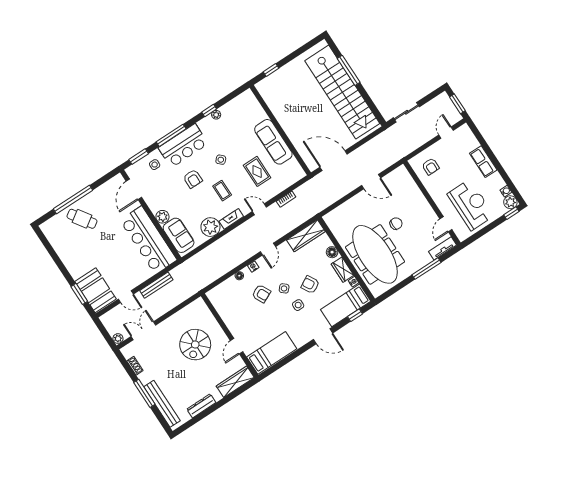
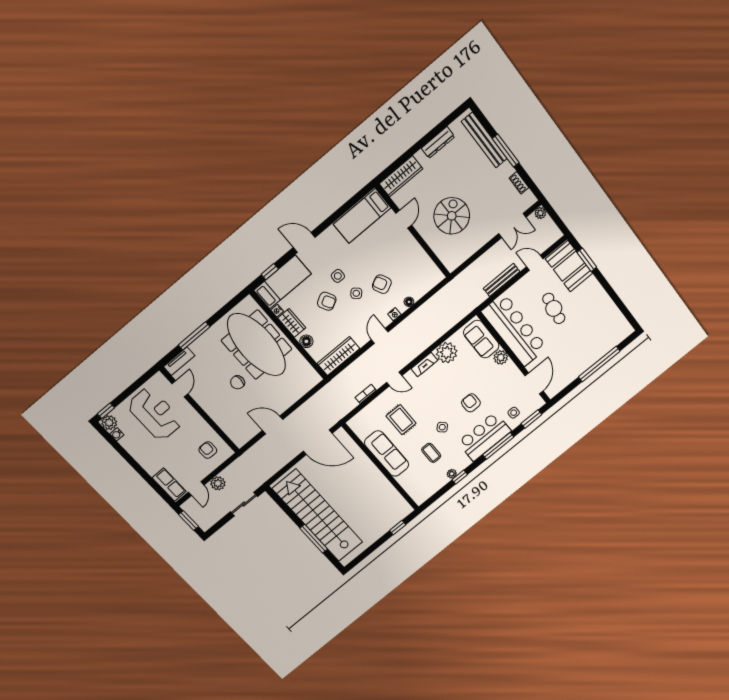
plant: (426, 135) -> (218, 483), added
row of seats: (483, 162) -> (169, 485), moved
coffee table: (222, 191) -> (431, 453), moved
reception desk: (471, 205) -> (155, 414), turned 180
cafe table: (82, 219) -> (554, 308), moved, turned 42

